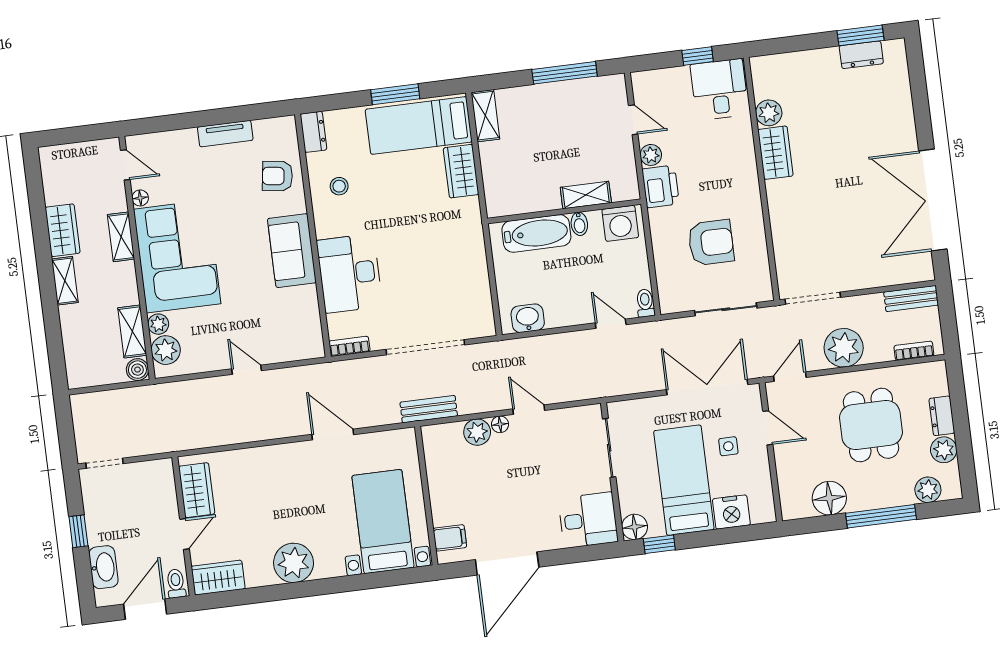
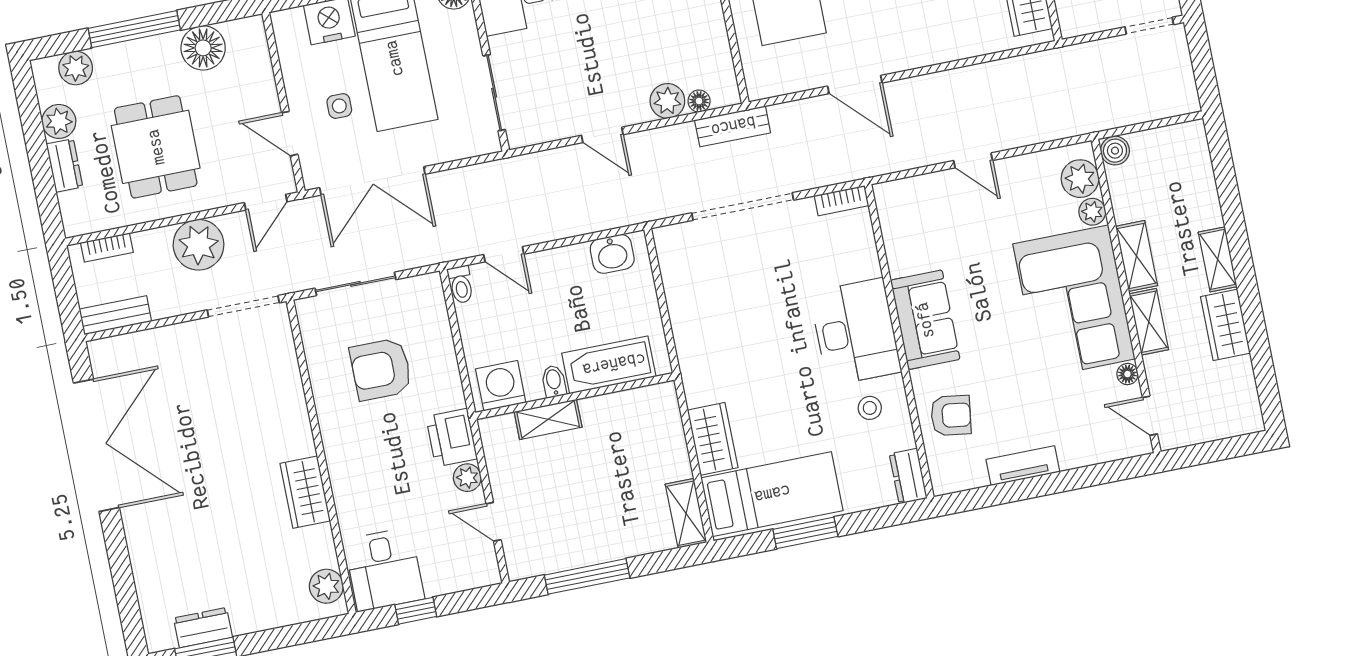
plant: (769, 113) -> (326, 586), moved
desk: (350, 273) -> (855, 332), moved
shelving: (132, 331) -> (1137, 256), moved
floor lamp: (500, 424) -> (699, 101), moved

